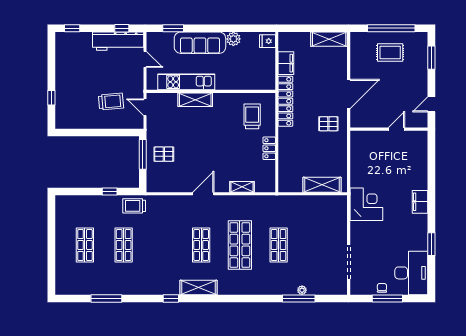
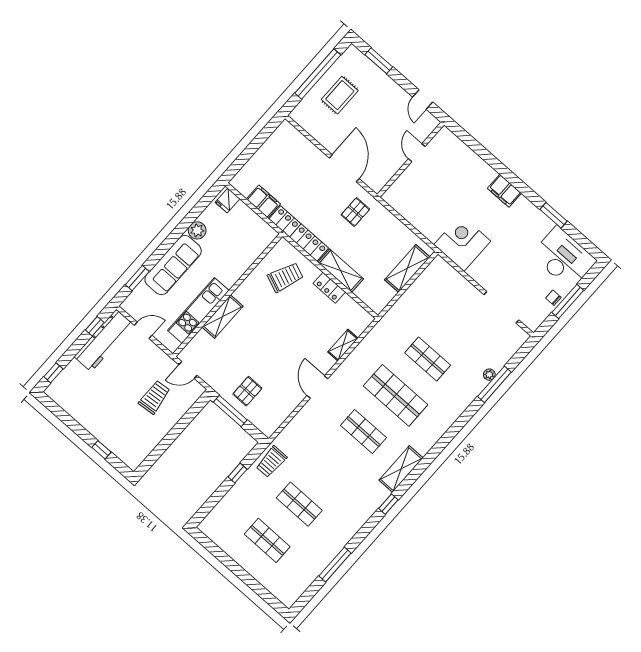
shelving: (329, 39) -> (341, 271), moved, turned 90
trolley: (252, 116) -> (285, 277), turned 112

